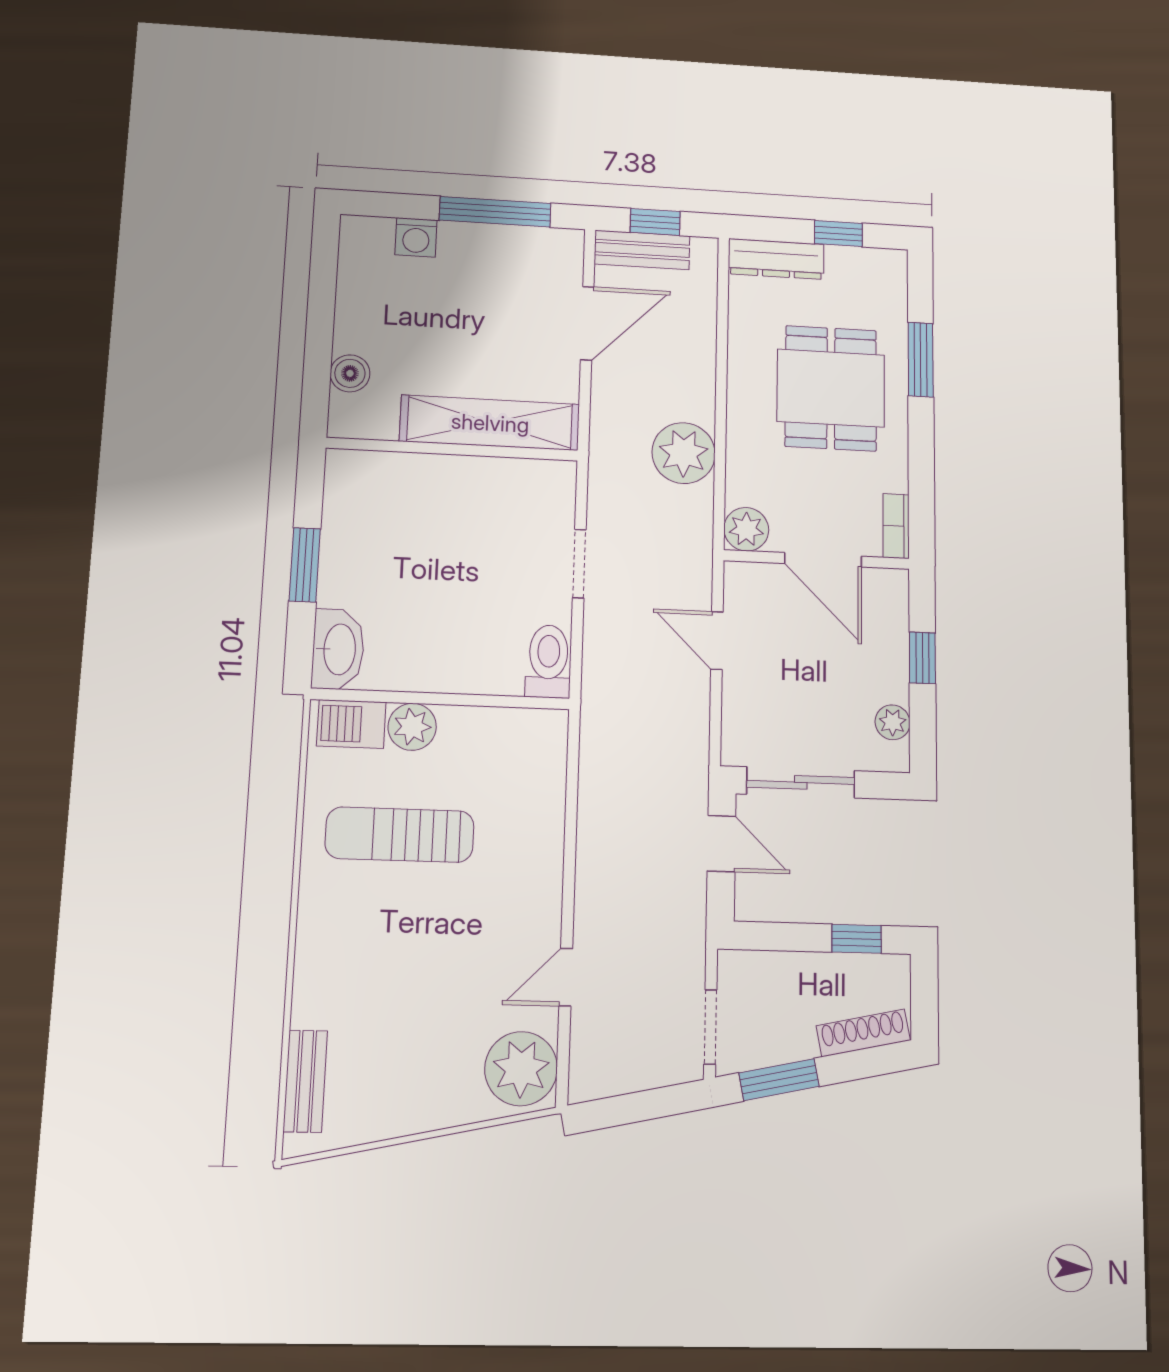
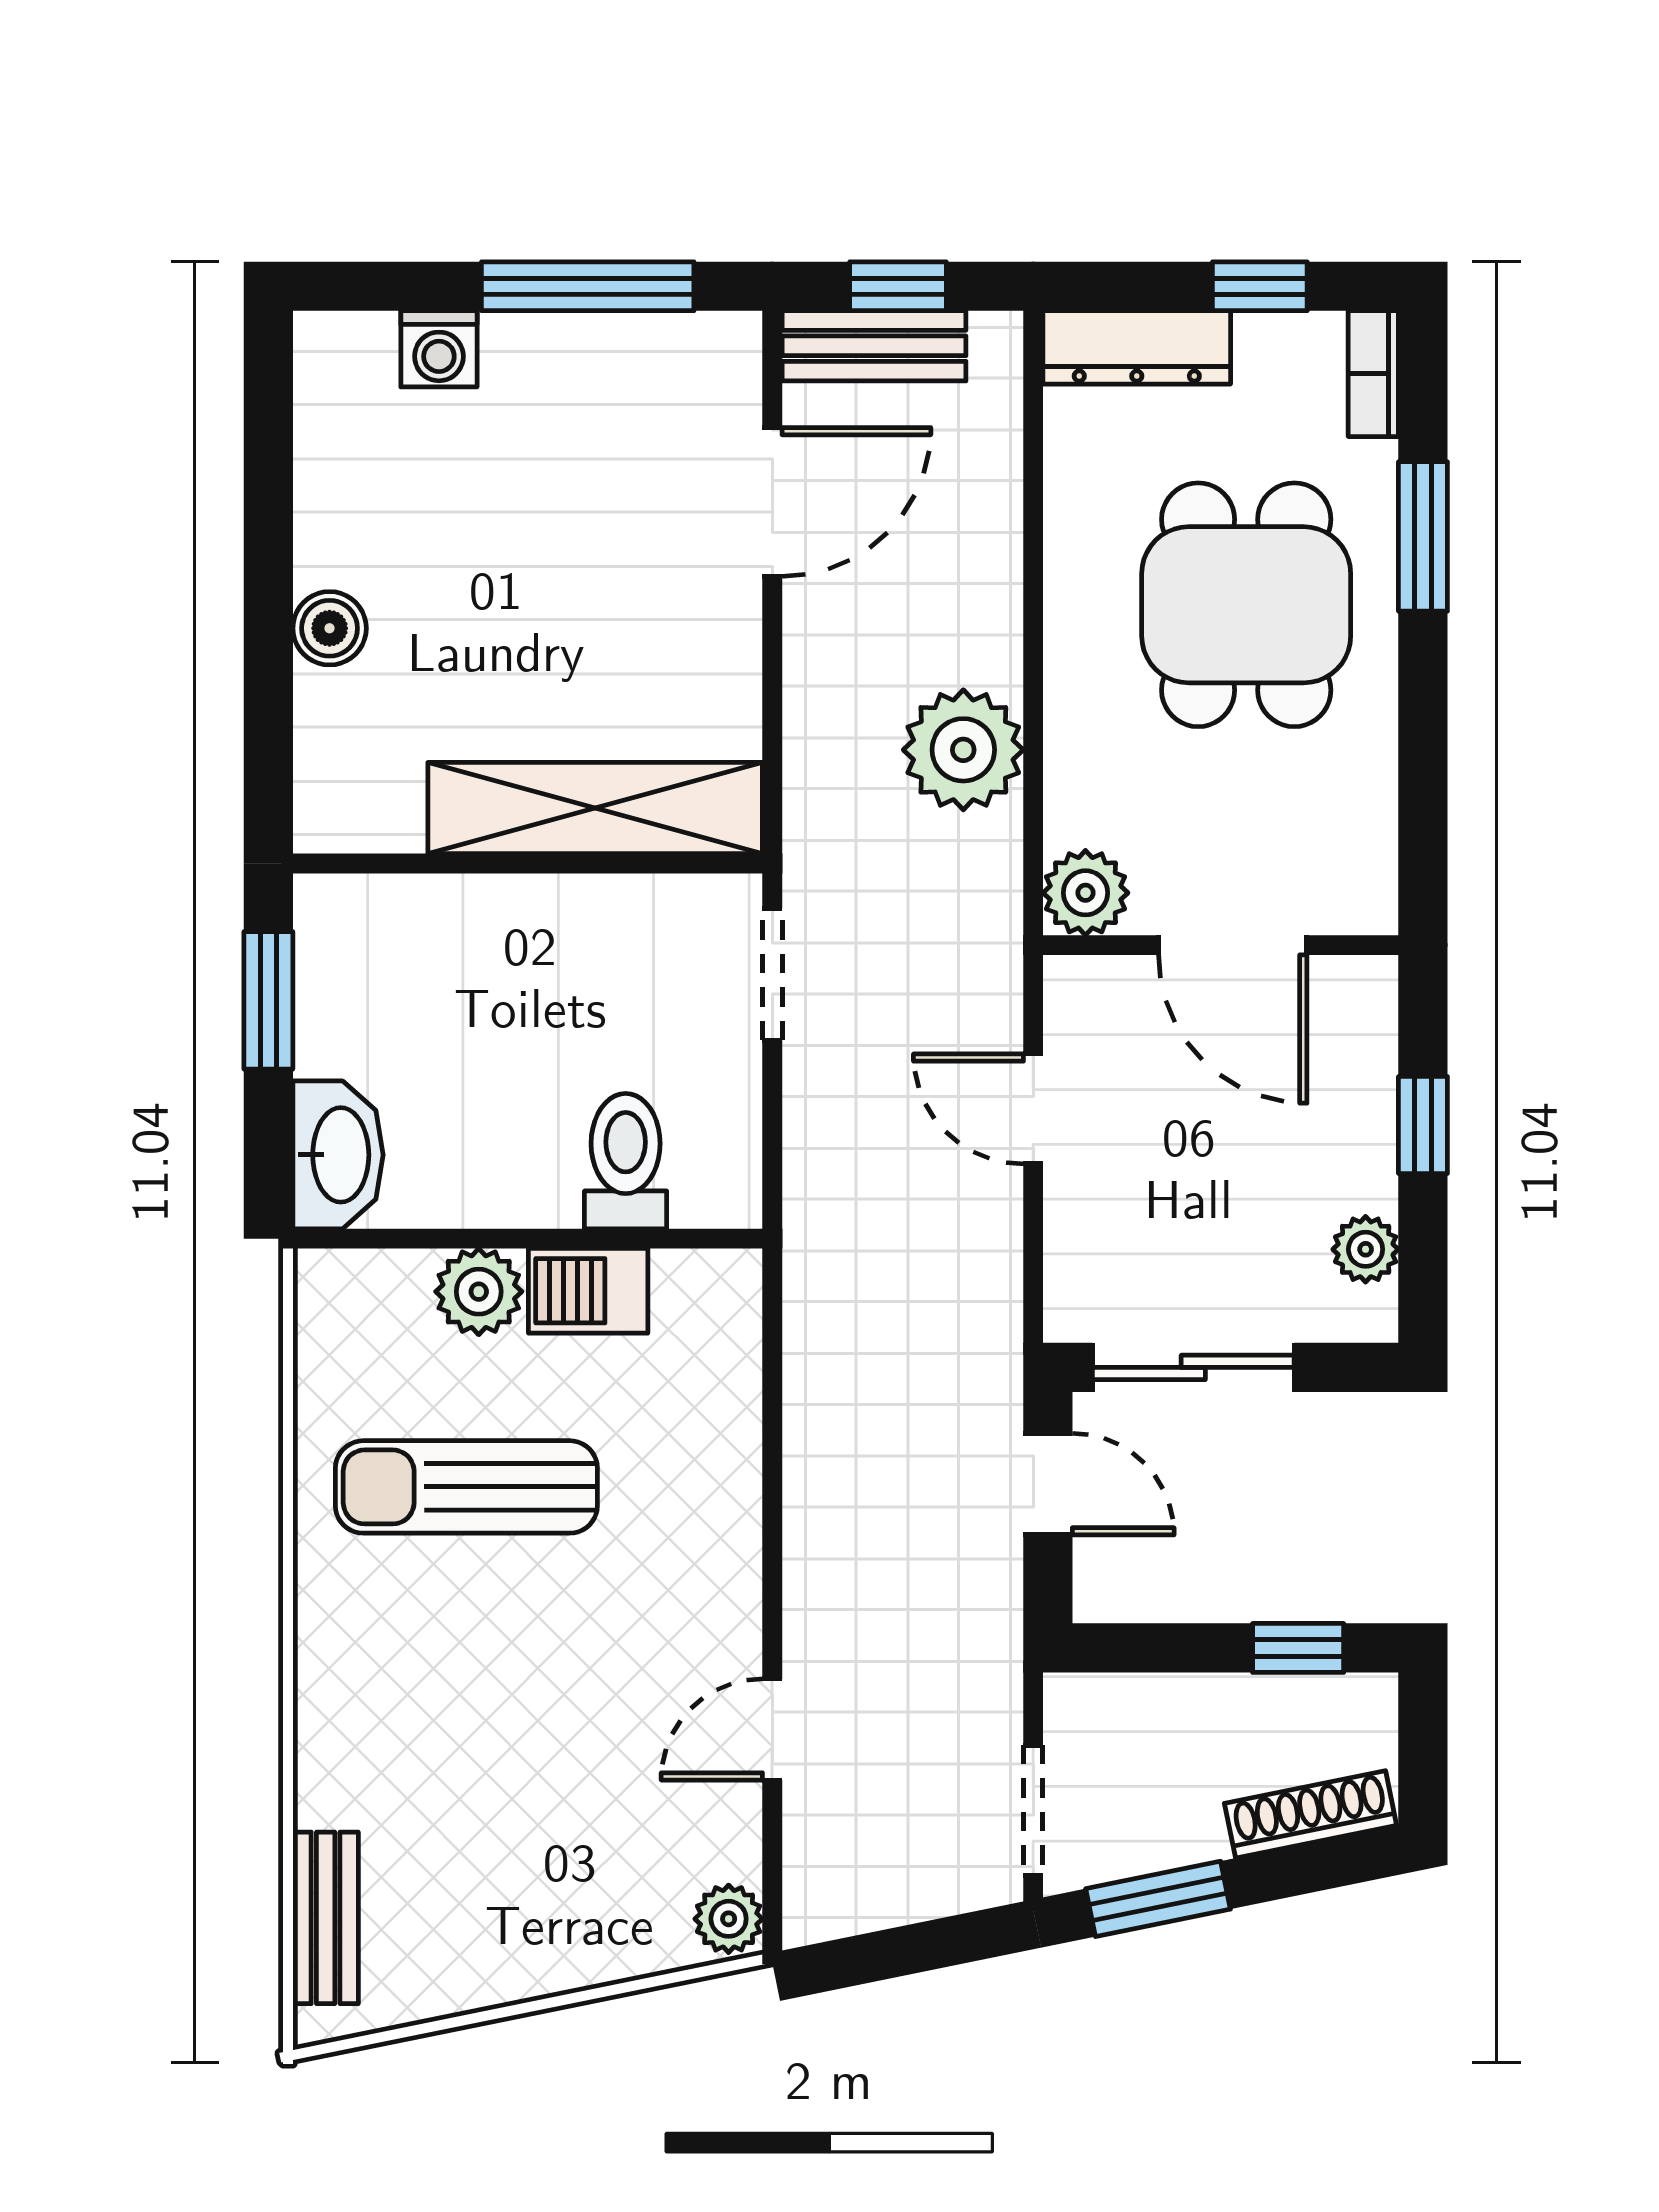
shelving: (490, 423) -> (595, 808), moved
wall: (453, 449) -> (528, 864), moved
bookcase: (896, 526) -> (1373, 374), moved
toilet: (548, 661) -> (626, 1161), moved
barbecue: (351, 724) -> (588, 1291), moved
plant: (521, 1069) -> (729, 1919), width x0.53, depth x0.53

